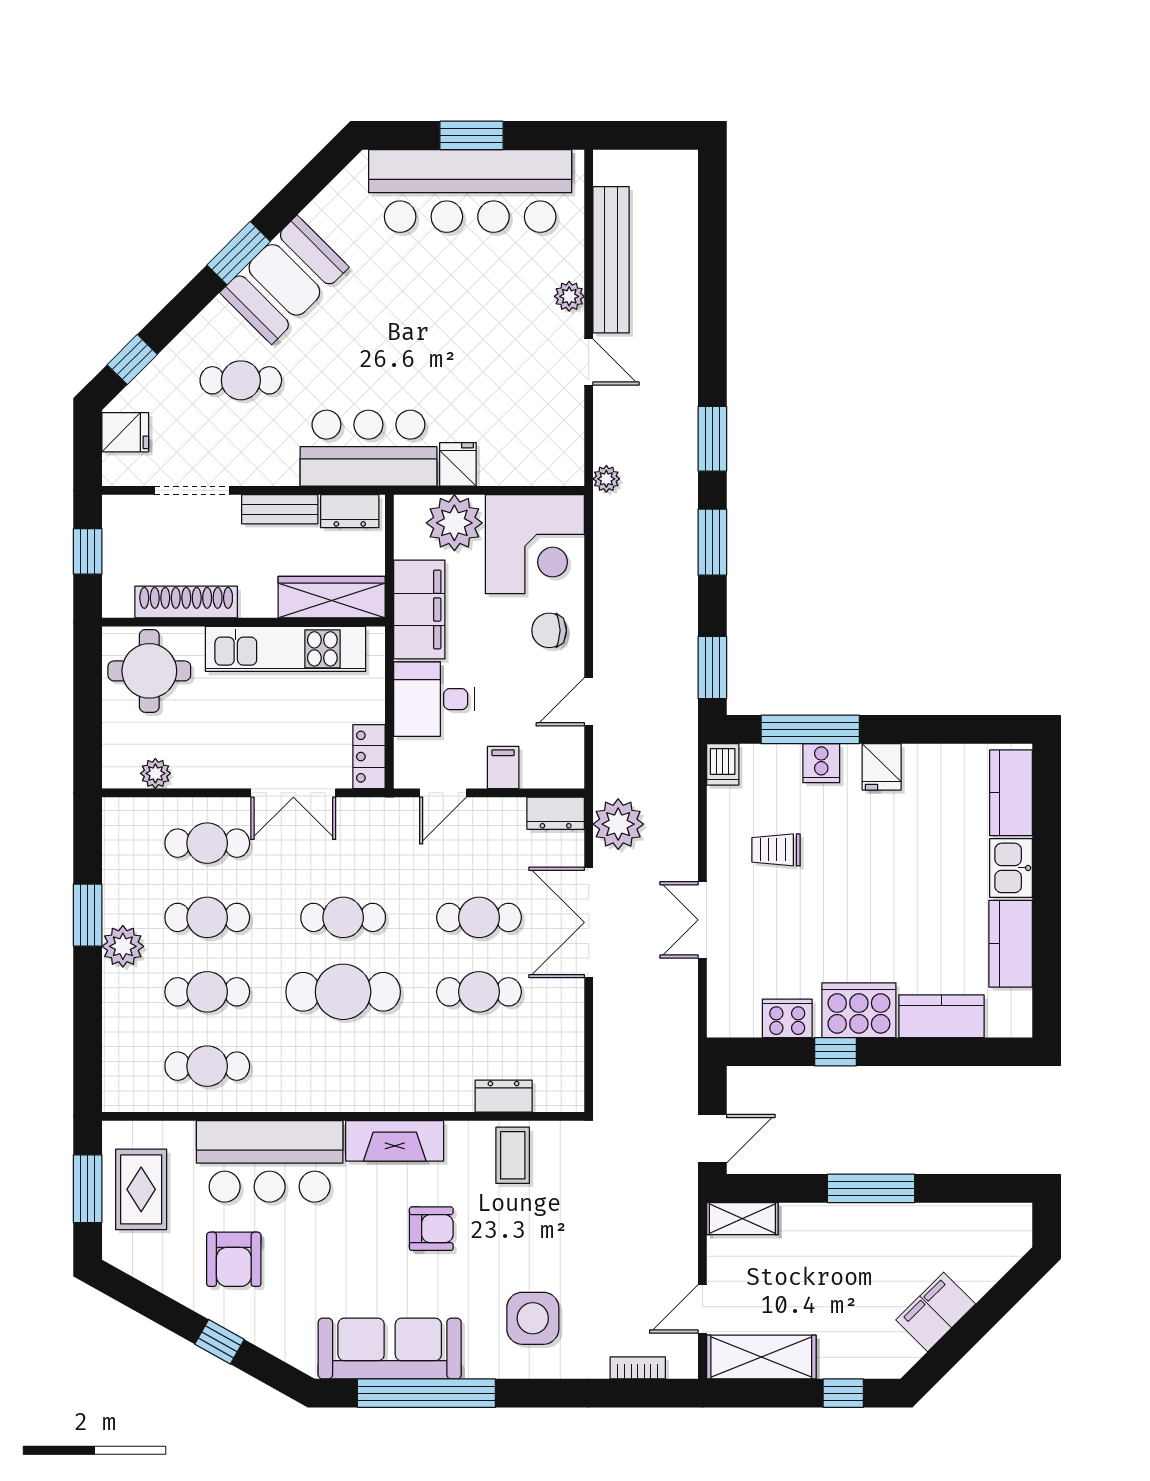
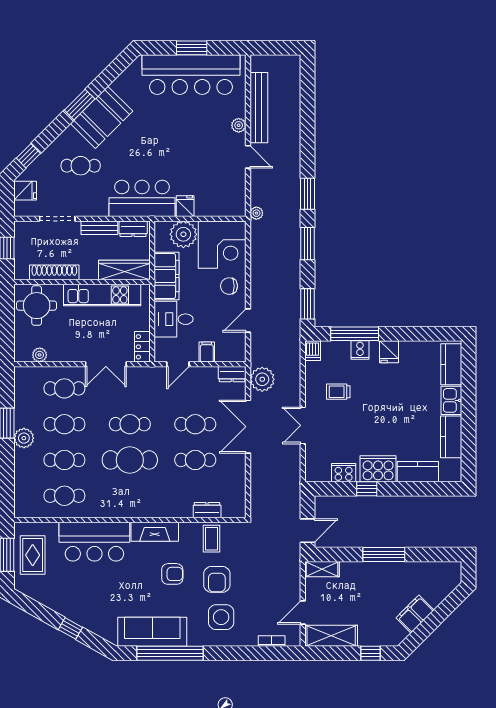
armchair: (234, 1259) -> (217, 579), moved

